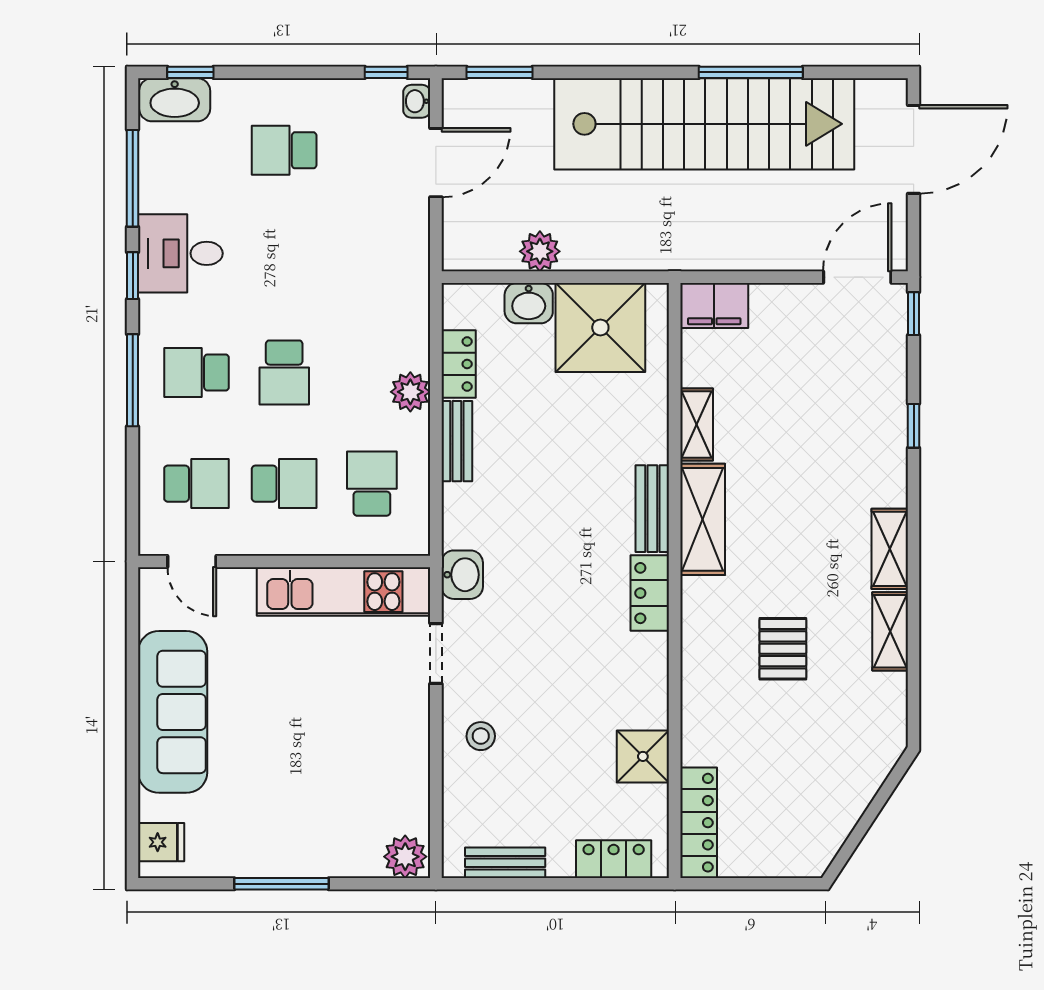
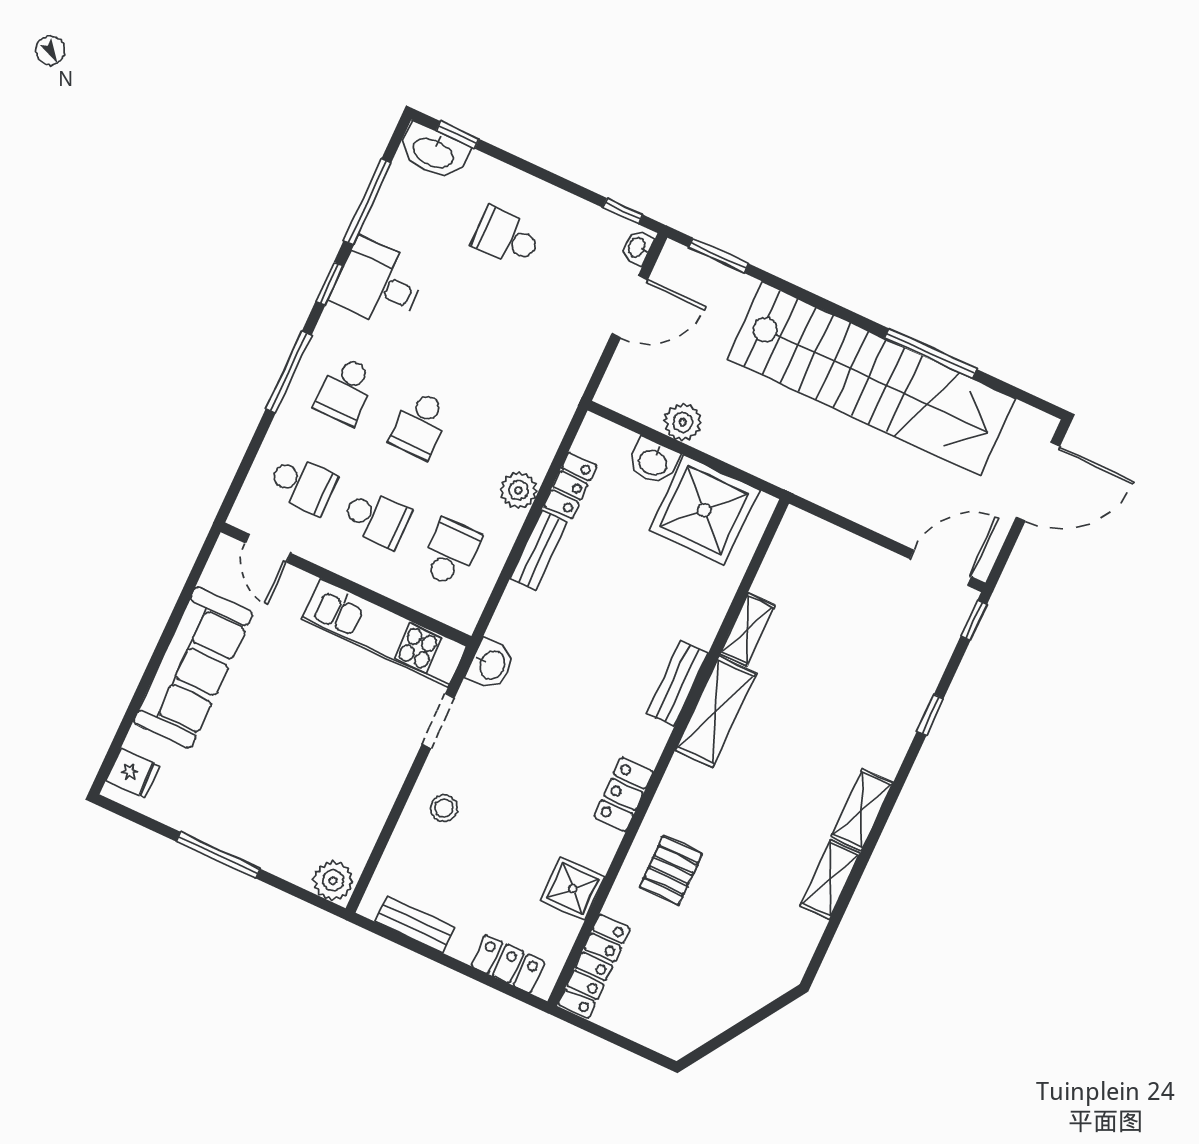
filing cabinet: (714, 305) -> (809, 536), removed
school desk: (196, 372) -> (346, 390), turned -90
locker: (650, 593) -> (623, 794), moved
pallet: (783, 649) -> (671, 871), moved

